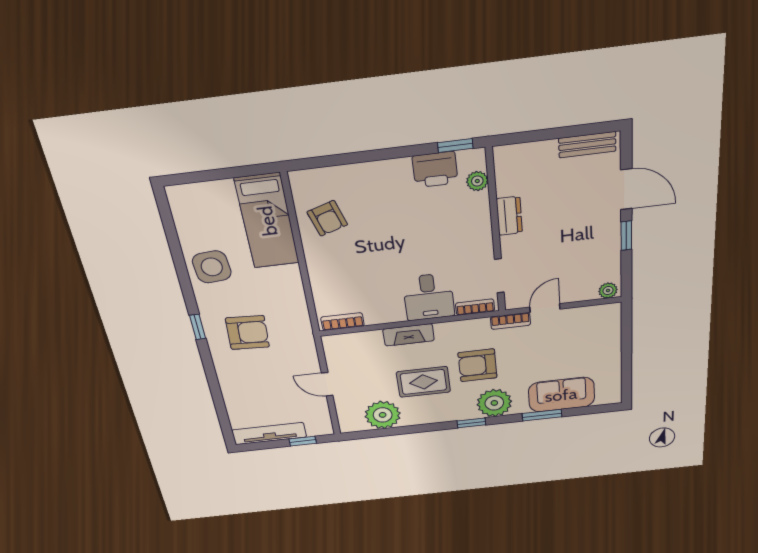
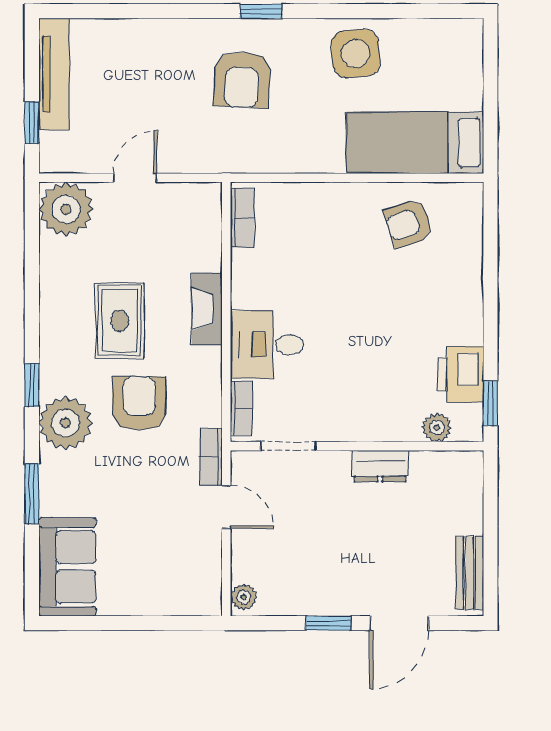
sofa: (561, 395) -> (67, 567), moved
plant: (383, 415) -> (66, 209), moved

